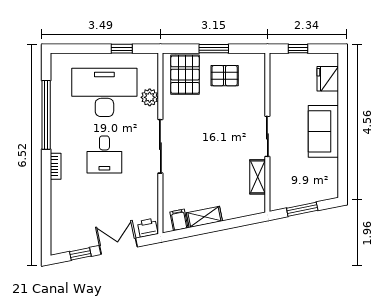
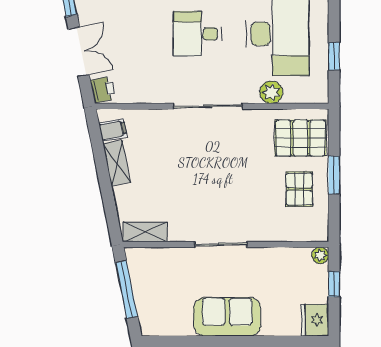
plant: (276, 59) -> (320, 255), added
fridge: (328, 79) -> (315, 320), moved, turned -90
shelving: (258, 177) -> (145, 232), moved
window: (302, 209) -> (126, 289), width x1.44

